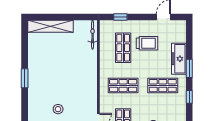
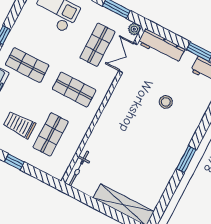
window: (120, 17) -> (14, 162), moved

